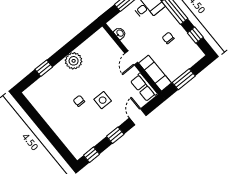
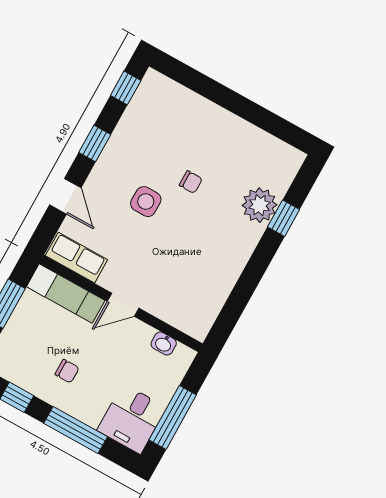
door: (131, 58) -> (123, 305), swing flipped
plant: (74, 61) -> (260, 205), moved

